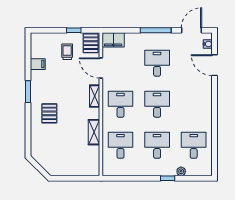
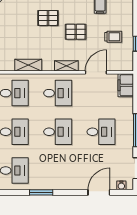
pallet: (91, 43) -> (76, 32), moved
window: (214, 120) -> (41, 192), added

